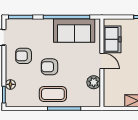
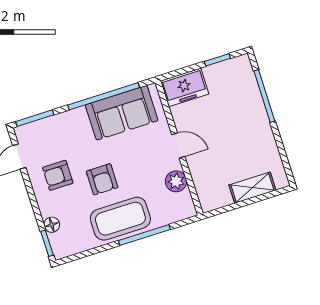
freezer: (112, 39) -> (185, 87), moved, turned 90
armchair: (49, 67) -> (102, 179), turned -90
coffee table: (53, 94) -> (120, 219), width x1.36, depth x1.32

